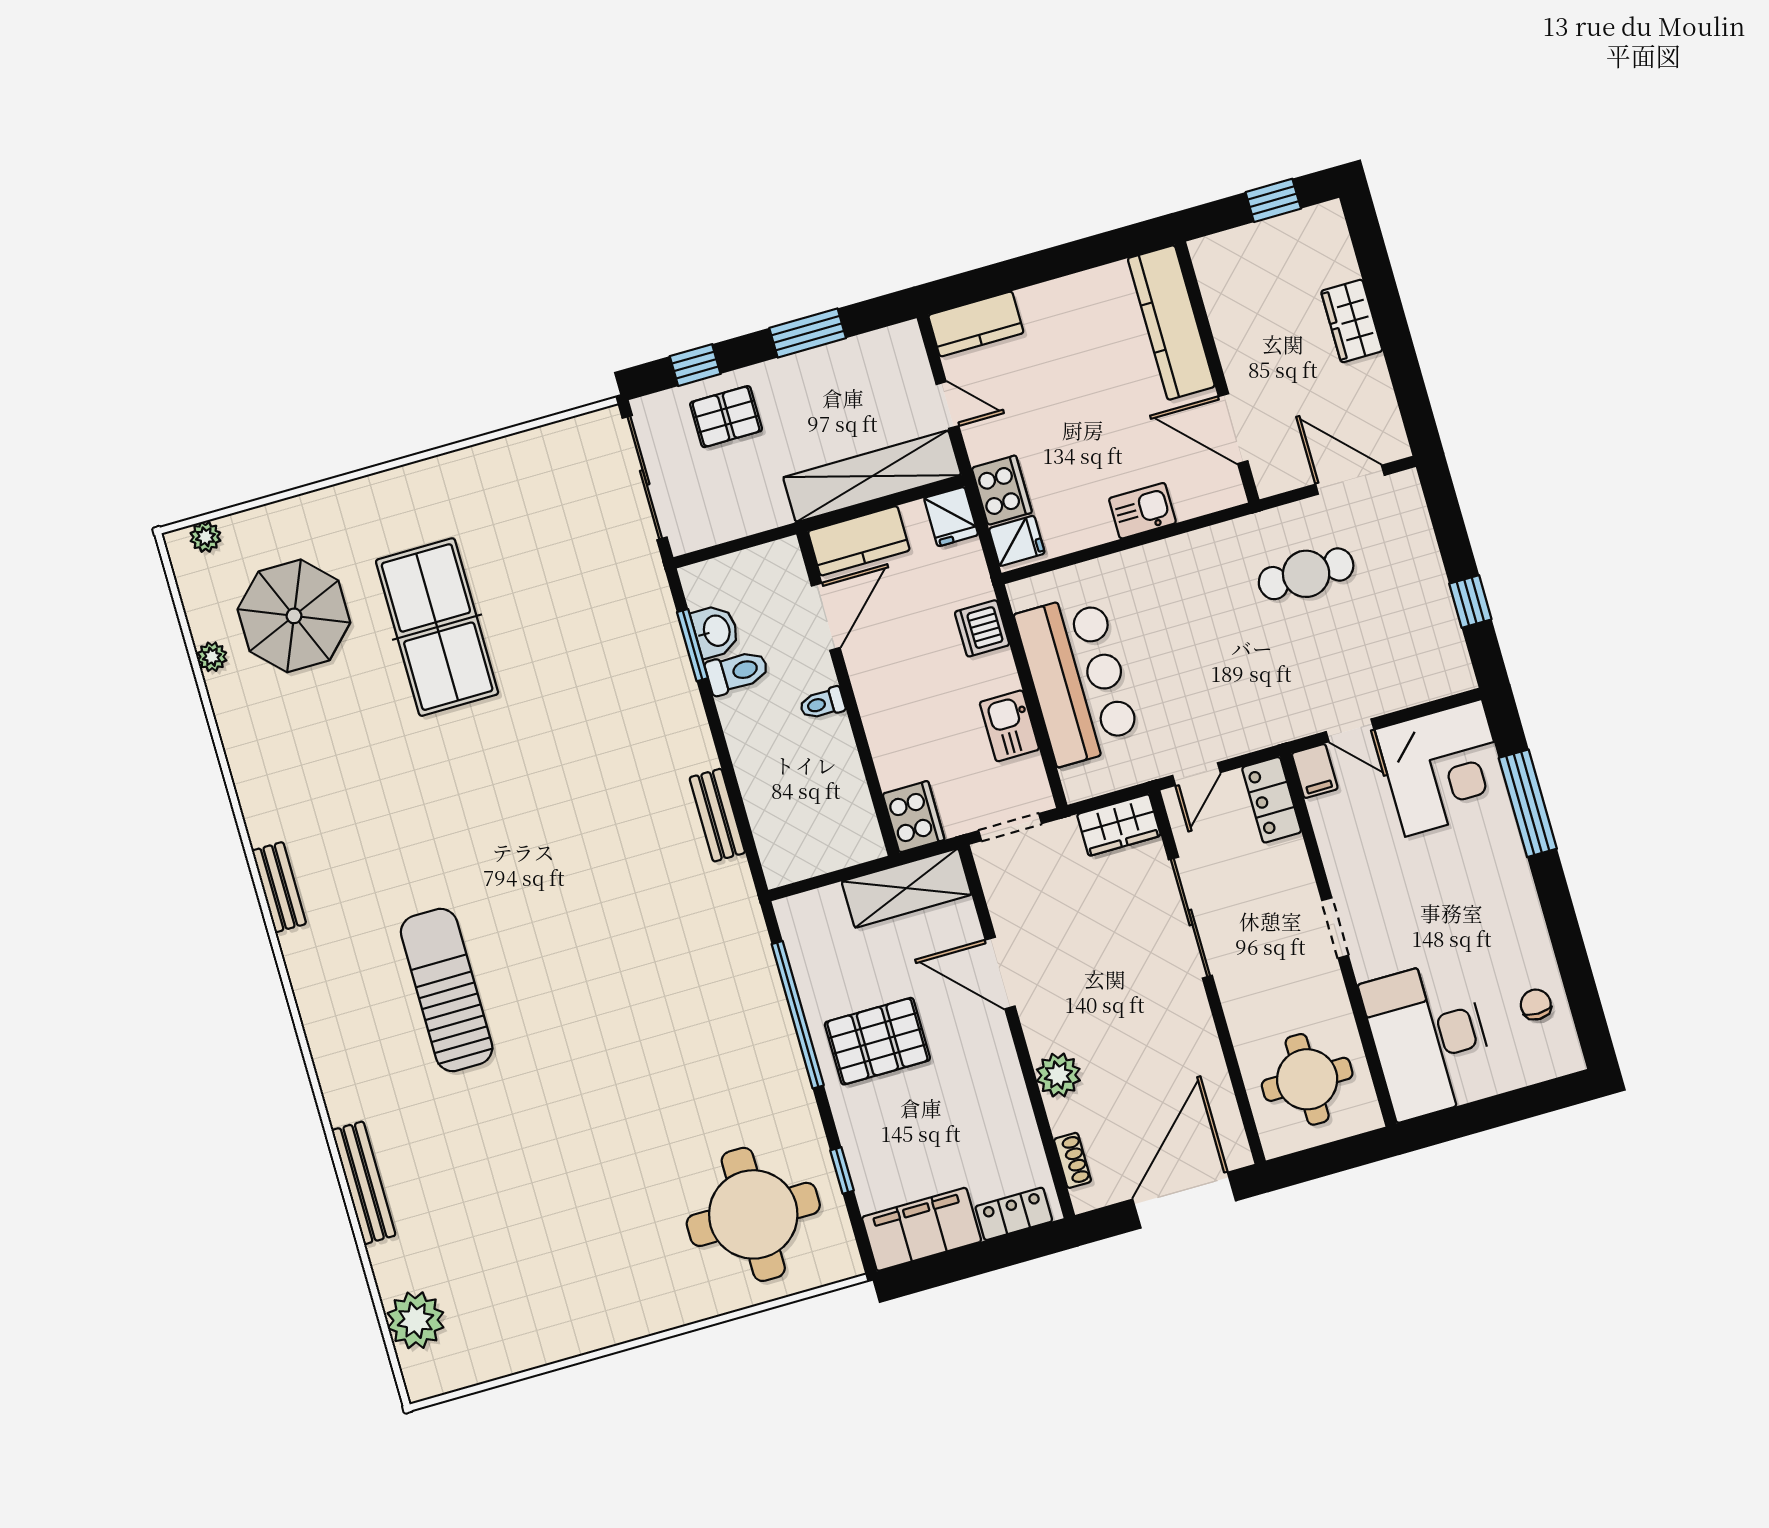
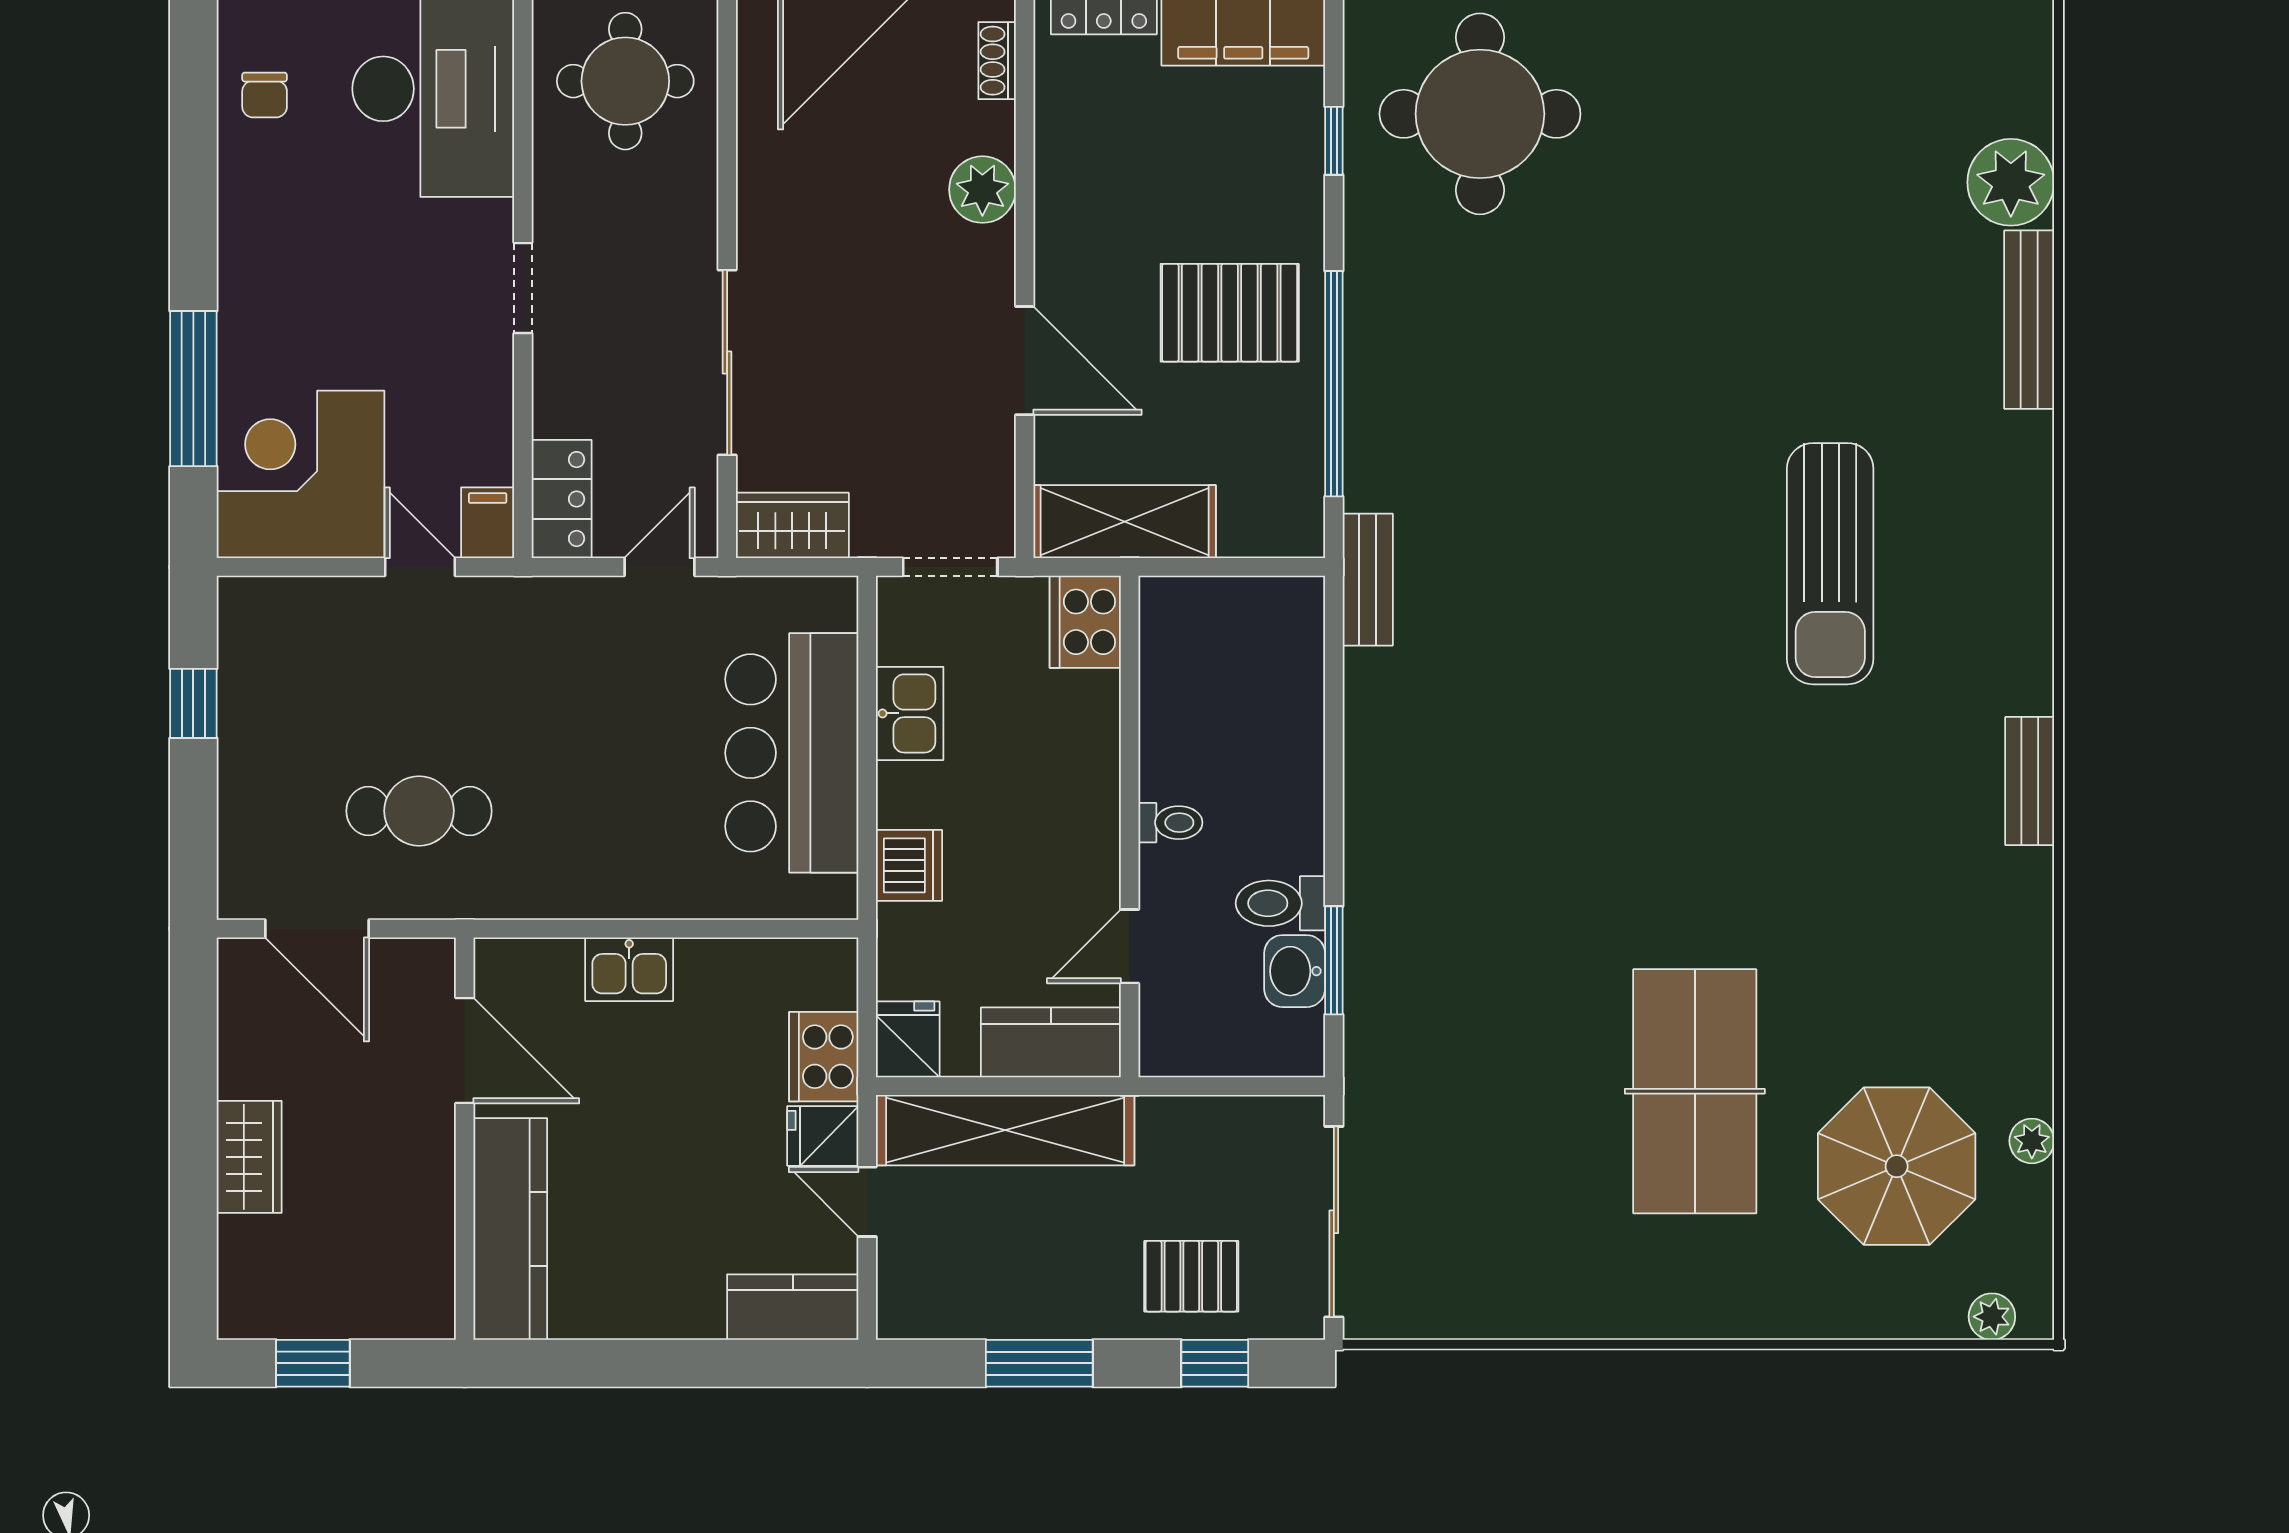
fridge: (1017, 541) -> (823, 1136), moved
door: (826, 617) -> (1130, 946), width x0.73
bench: (717, 815) -> (1368, 580), moved
plant: (416, 1320) -> (2011, 182), moved

